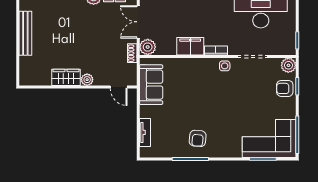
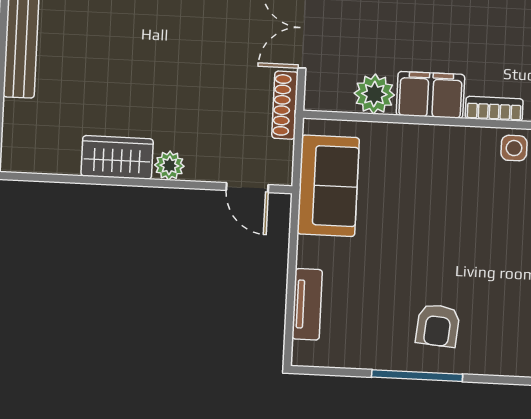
plant: (148, 47) -> (374, 94), moved
shoe rack: (132, 53) -> (285, 105), width x1.43

